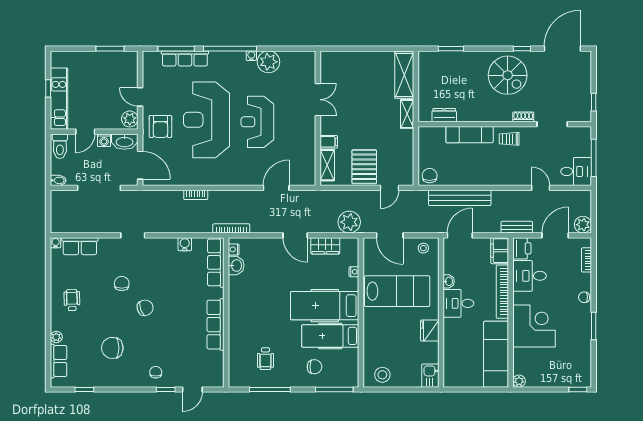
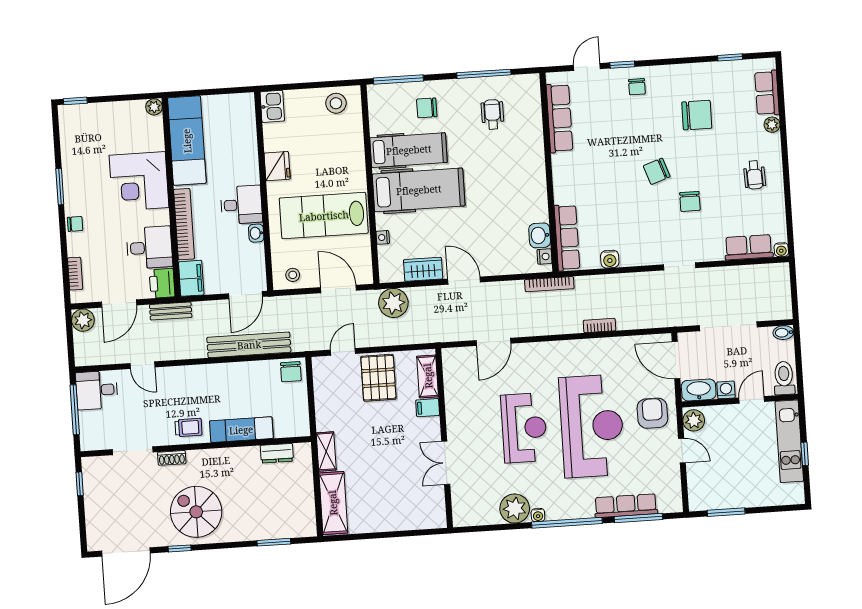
row of seats: (215, 325) -> (559, 118), moved

